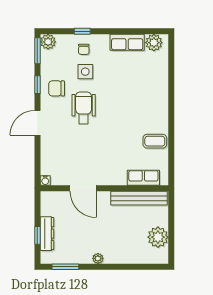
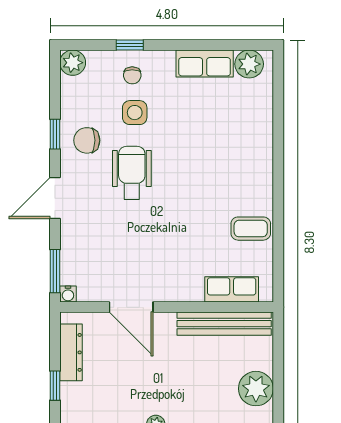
window: (37, 51) -> (55, 271), moved
dresser: (47, 234) -> (71, 352), moved

